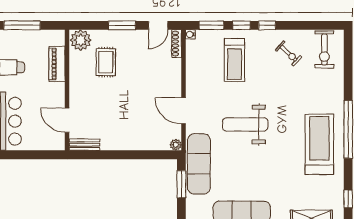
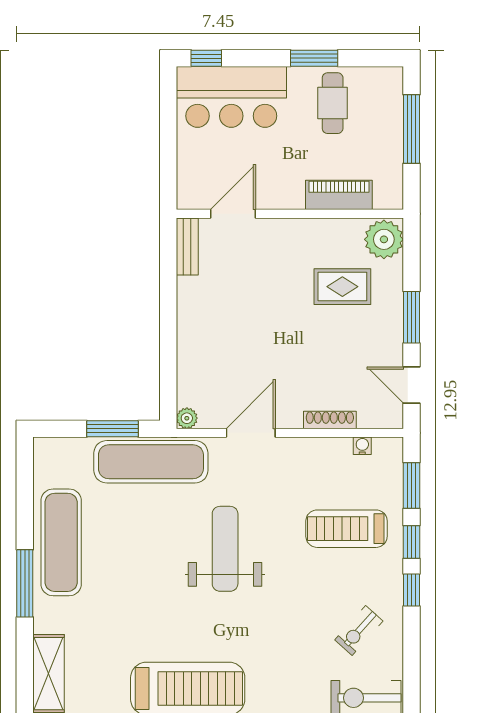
water cooler: (190, 34) -> (362, 446), moved
shoe rack: (177, 44) -> (330, 420), moved

